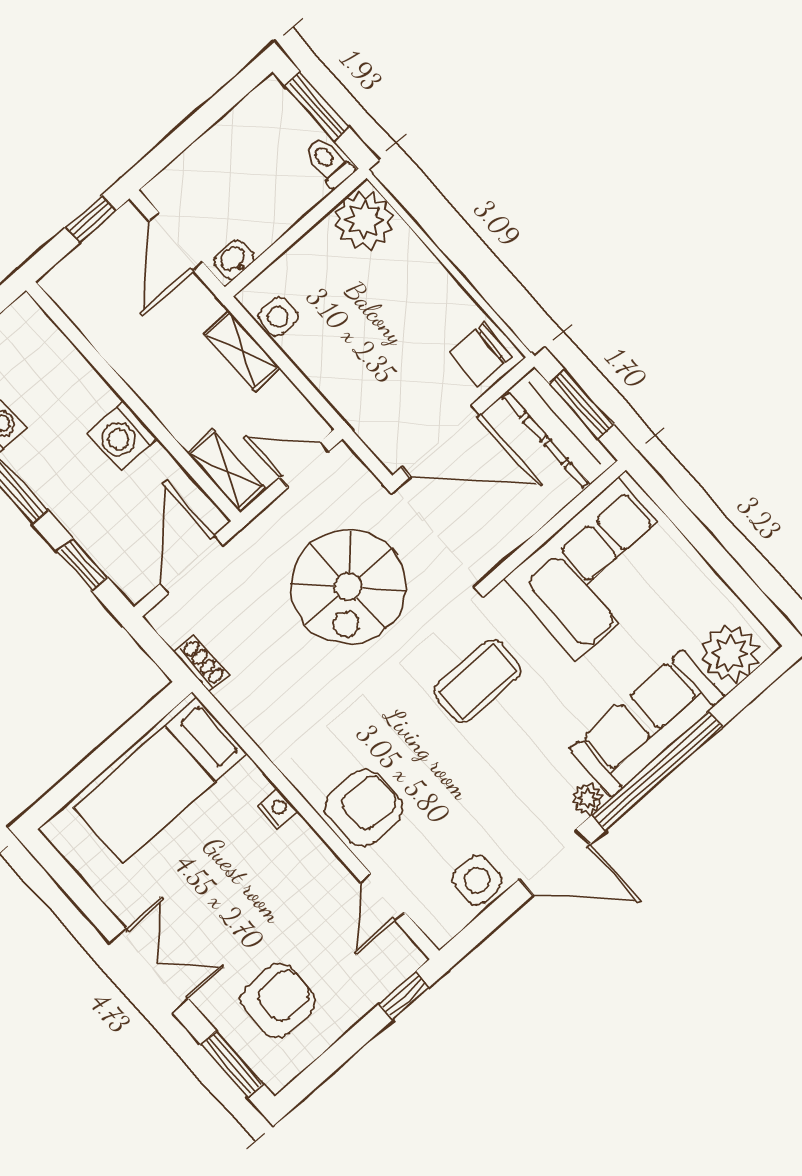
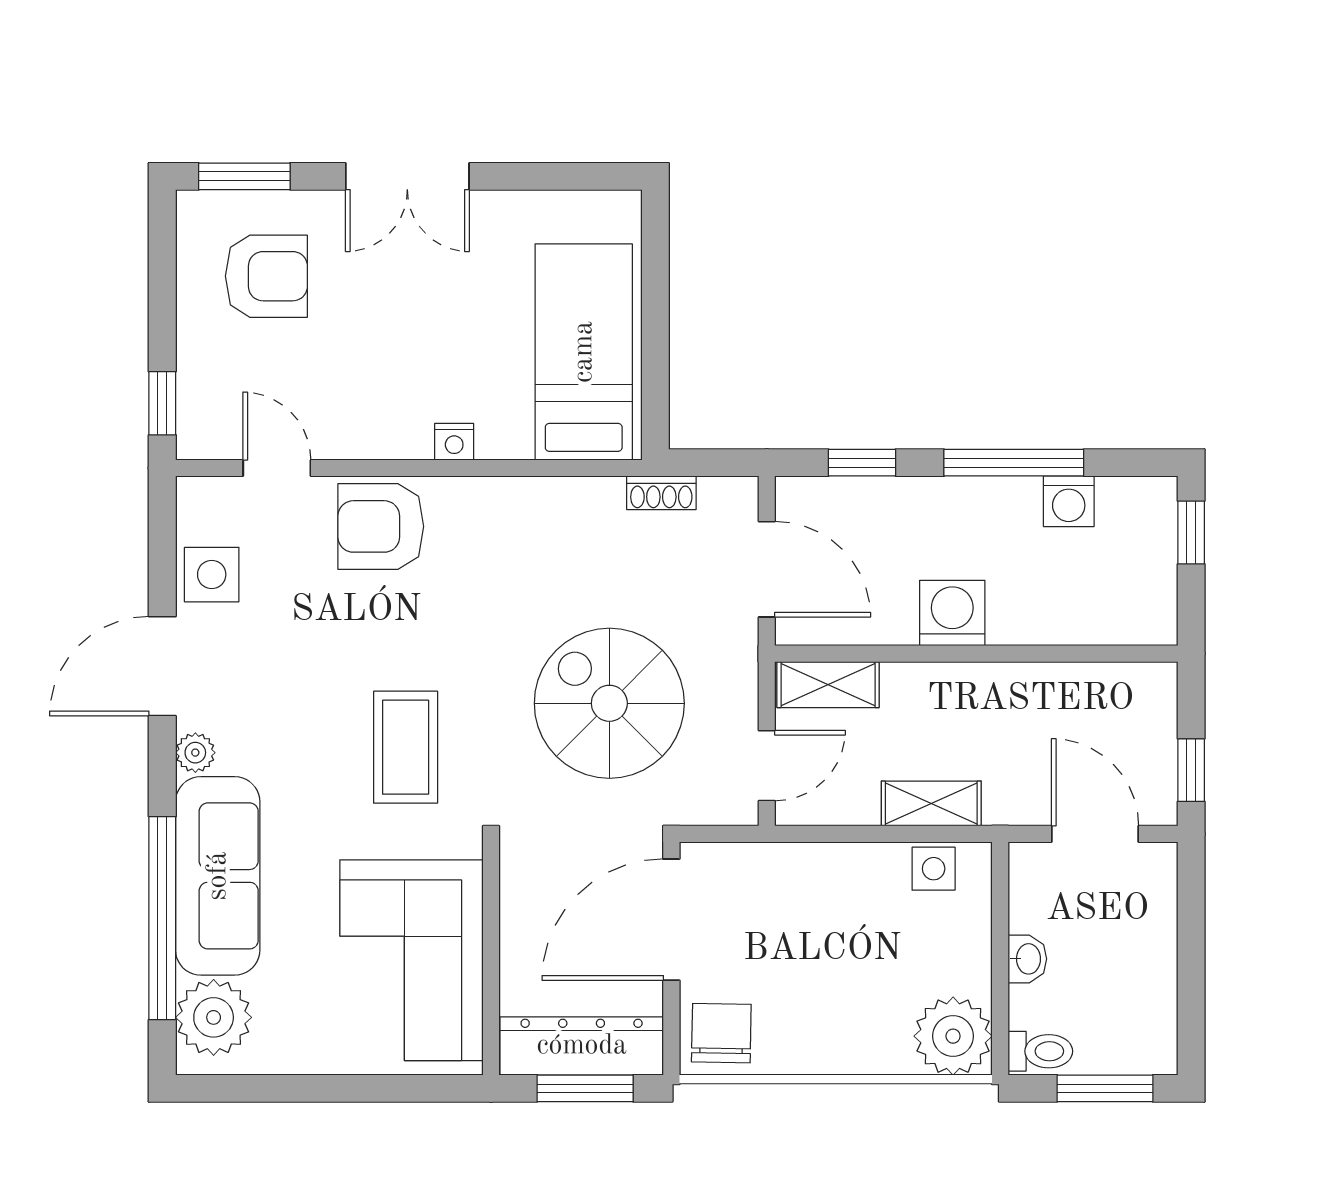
washbasin: (234, 259) -> (1027, 959), moved
window: (657, 771) -> (162, 918), moved
armchair: (363, 808) -> (381, 526), turned 90
armchair: (278, 1001) -> (266, 276), turned -90

